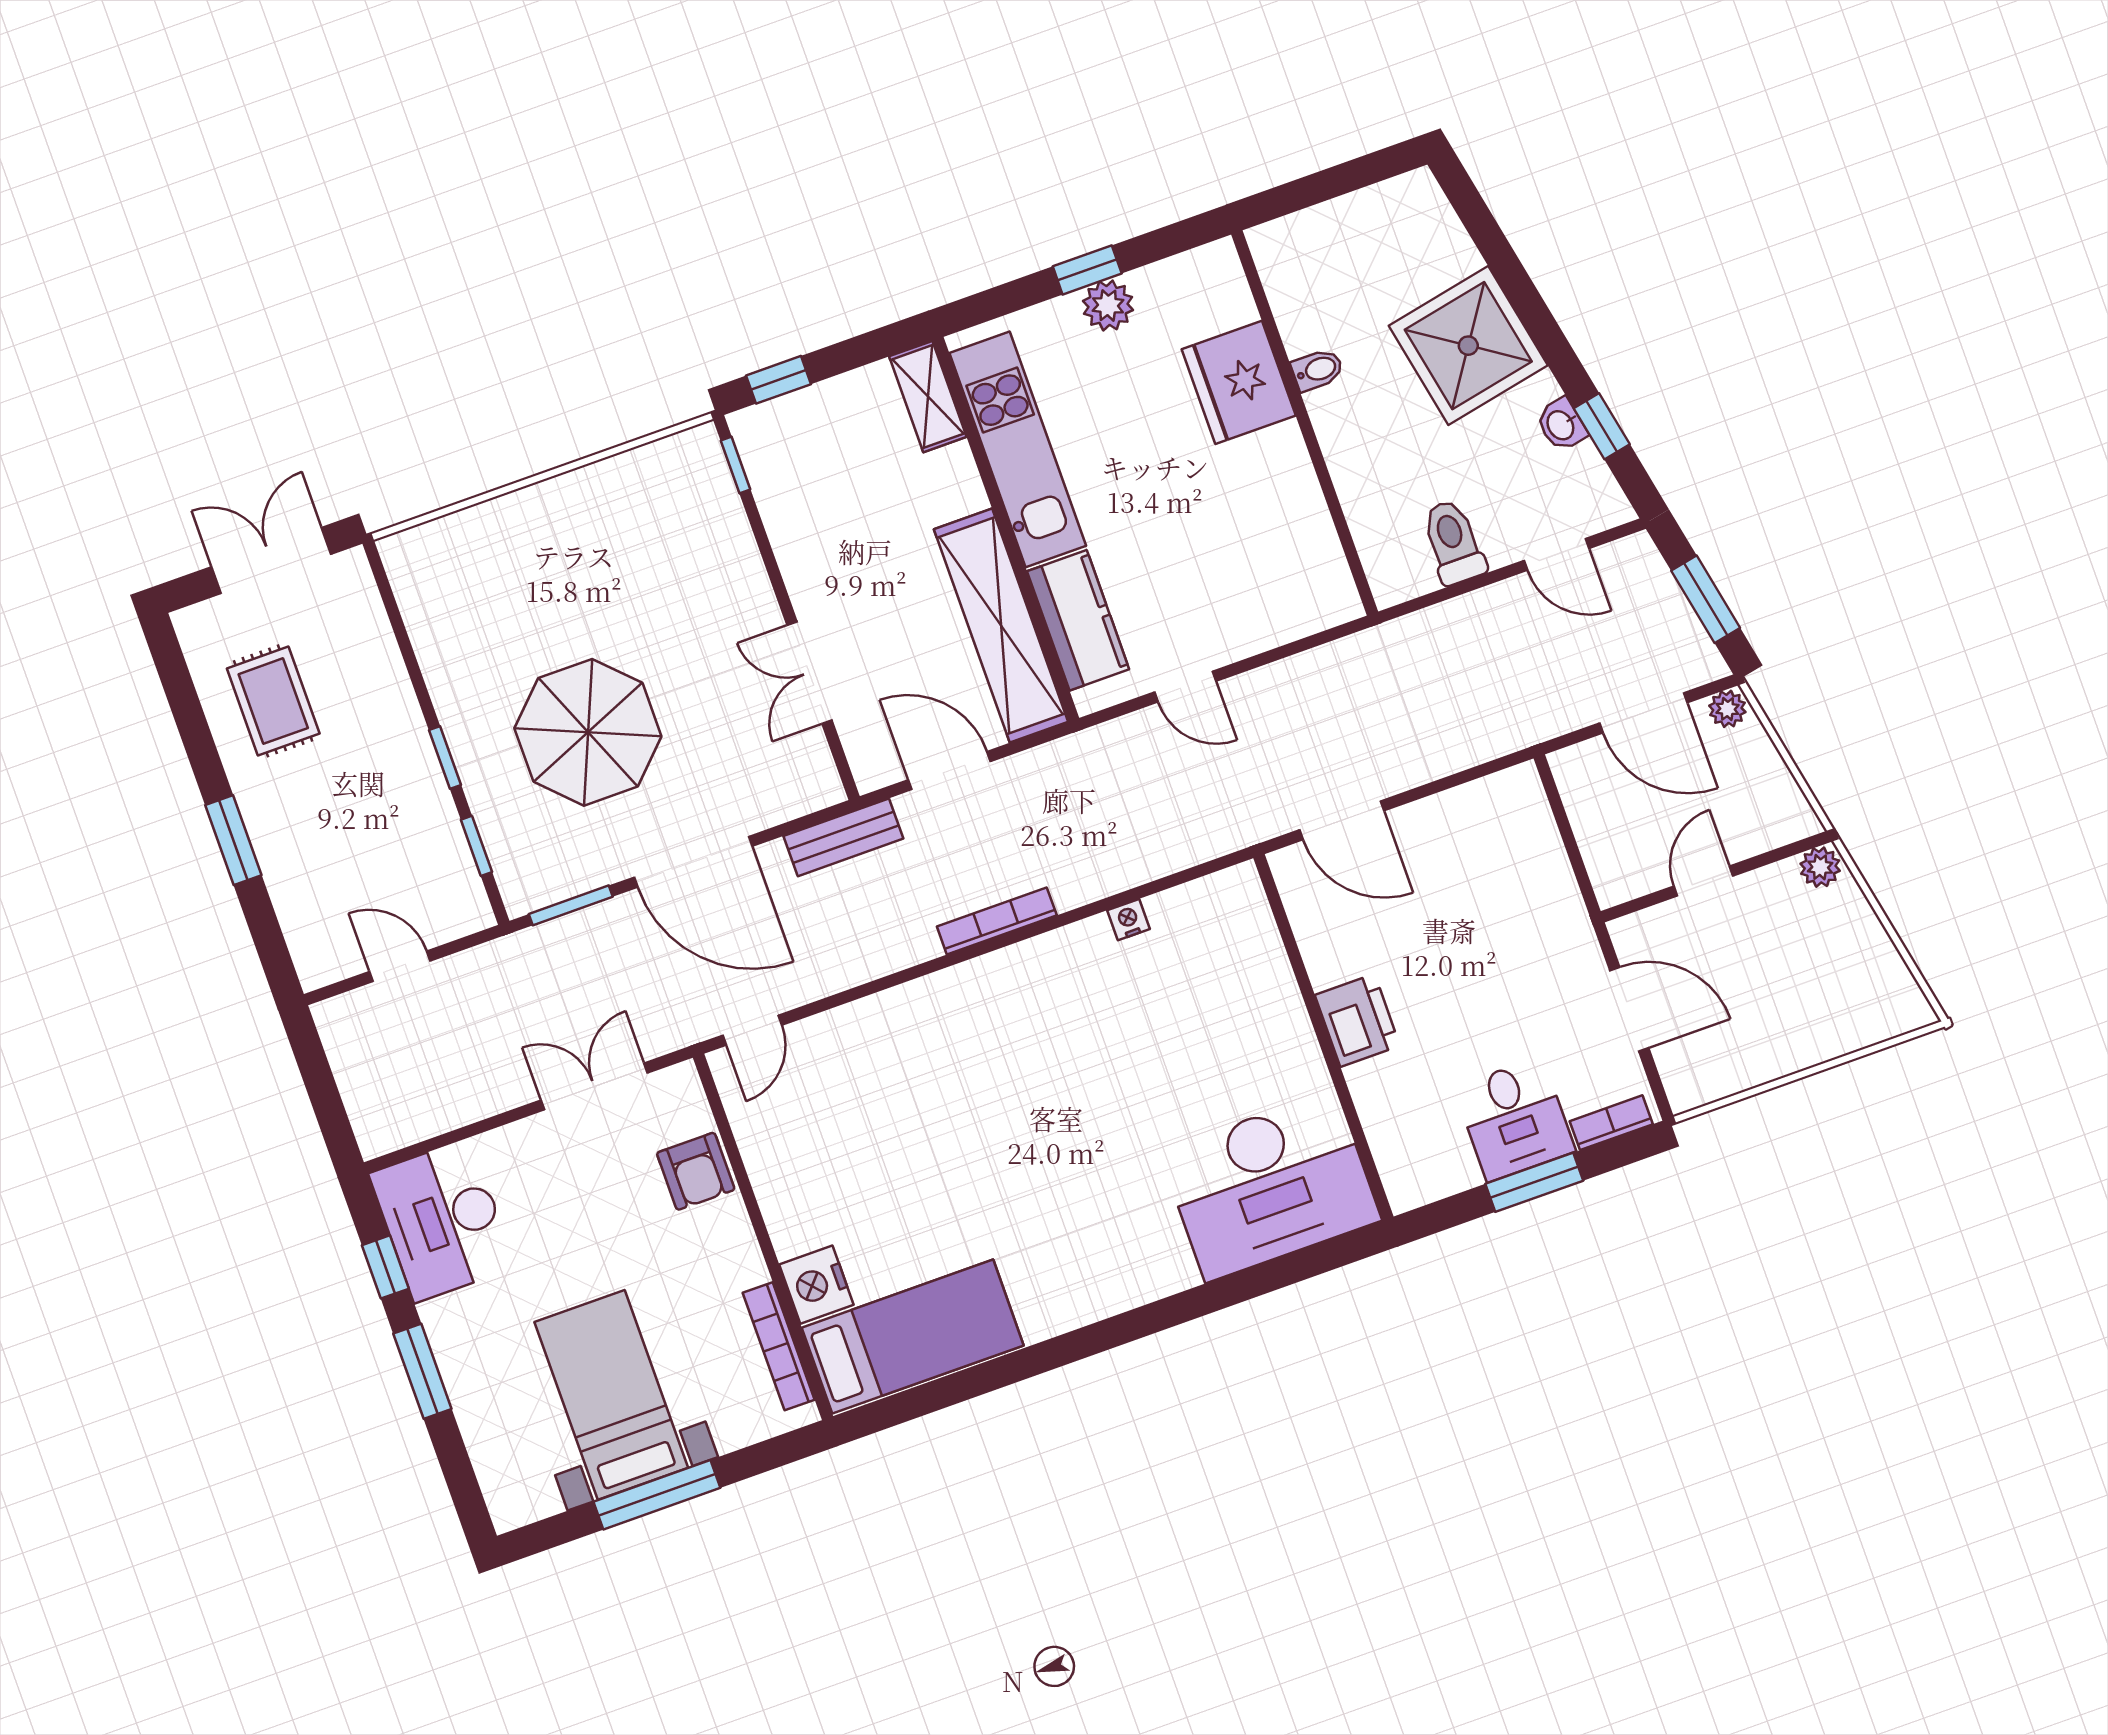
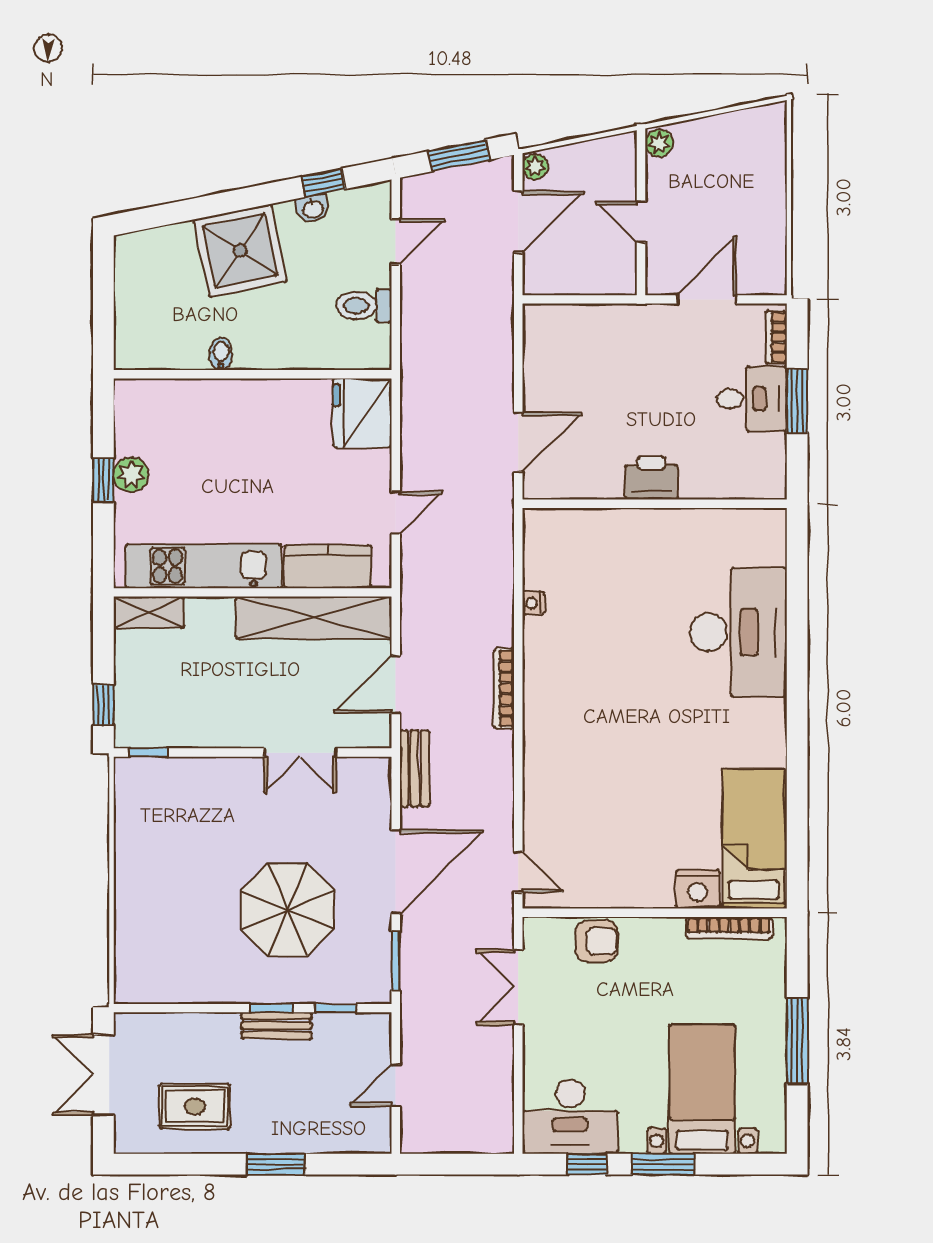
fridge: (1239, 382) -> (362, 413), moved, turned 90
bench: (424, 774) -> (276, 1026), added
desk: (1270, 1186) -> (739, 632), moved
bed with nightstands: (611, 1395) -> (702, 1089), moved, turned 90

